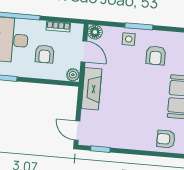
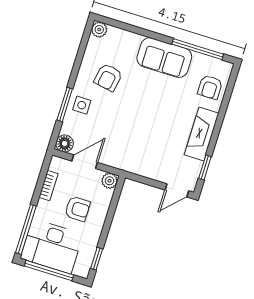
window: (139, 26) -> (65, 105), moved
armchair: (156, 55) -> (108, 77), turned 100
fireplace: (92, 89) -> (202, 134), moved, turned -90

